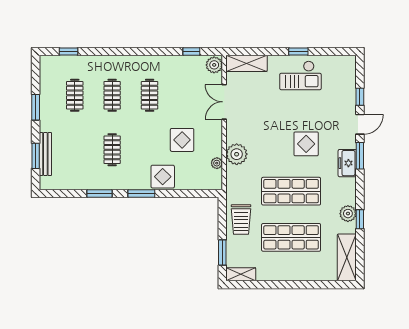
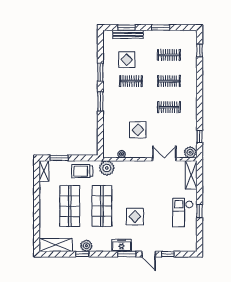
plant: (237, 154) -> (107, 168), moved
display table: (163, 177) -> (127, 60), moved

